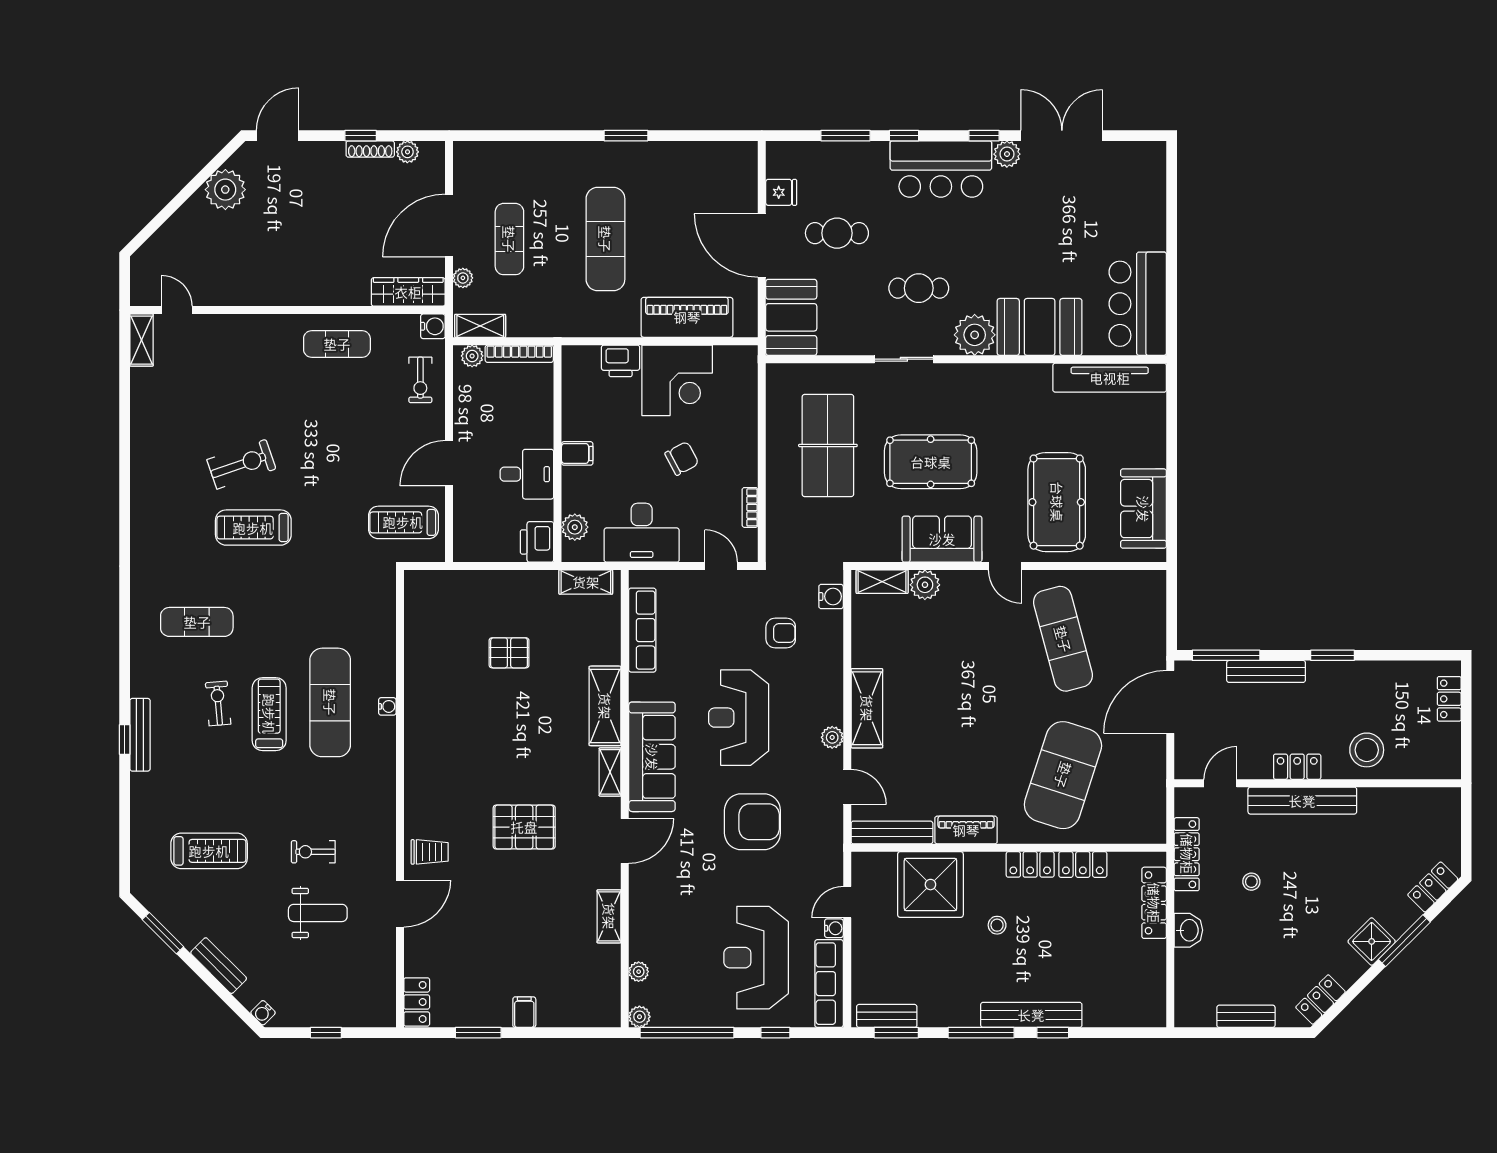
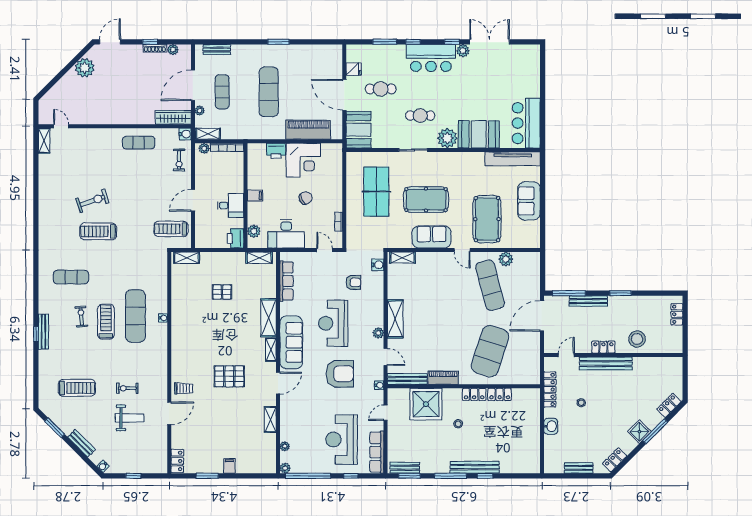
bench: (498, 152) -> (217, 49), added
sofa: (1143, 509) -> (529, 201), moved
shelving: (436, 582) -> (187, 258), added
plant: (925, 585) -> (506, 259), moved
locker: (1154, 903) -> (534, 413), removed
water cooler: (834, 928) -> (379, 385), moved

